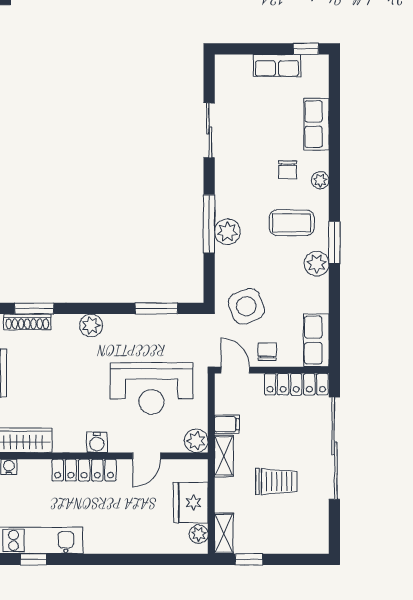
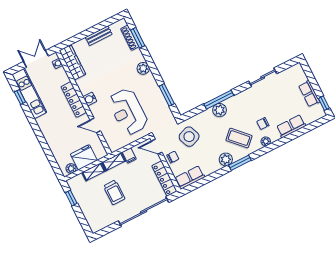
coffee table: (292, 223) -> (239, 138), turned -44
door: (235, 370) -> (157, 147), swing flipped
plant: (196, 441) -> (114, 145), removed
shelving: (224, 533) -> (93, 172), moved

